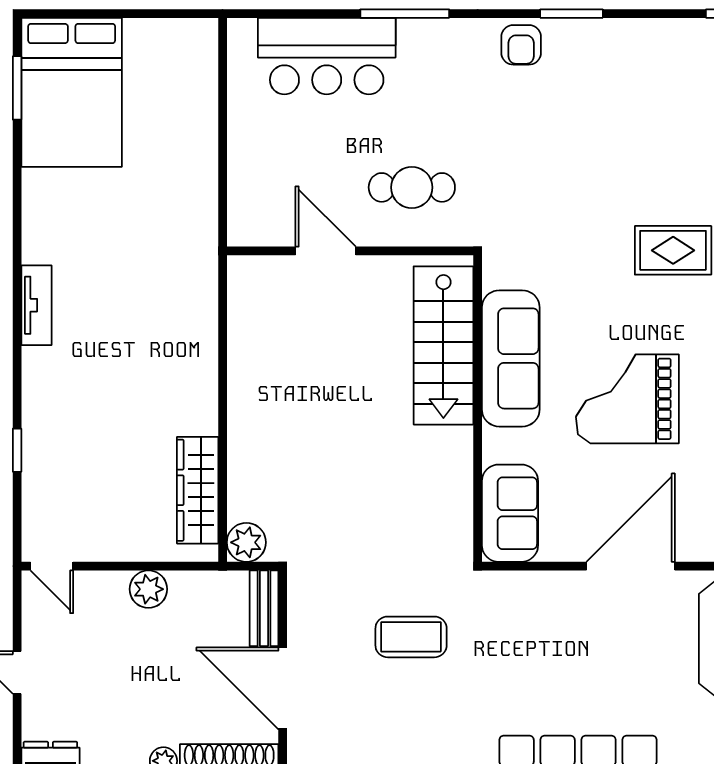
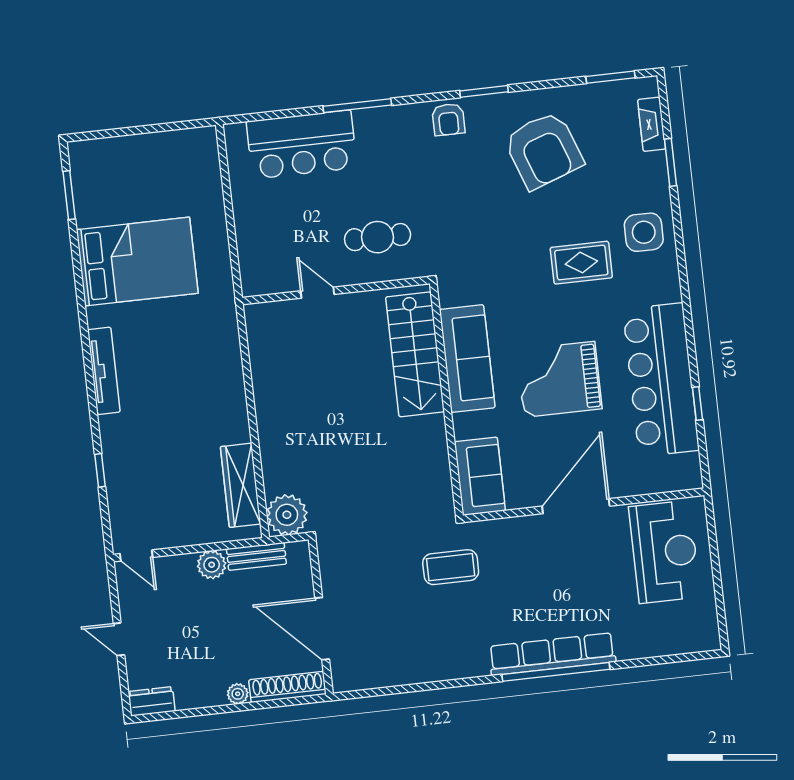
bed: (72, 92) -> (137, 261), moved, turned -90
armchair: (640, 99) -> (543, 150), added
door: (326, 251) -> (317, 293), width x0.73
tv unit: (37, 305) -> (104, 371), width x1.41
plant: (246, 542) -> (287, 515), width x1.36, depth x1.36
bench: (264, 608) -> (256, 556), moved, turned 90
coffee table: (411, 637) -> (451, 567), moved

